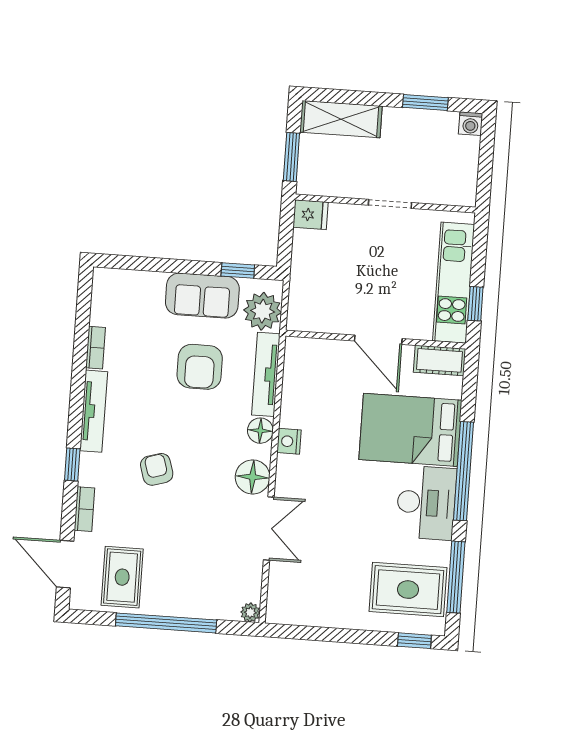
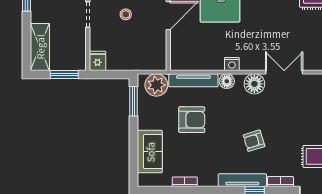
stool: (386, 268) -> (126, 14), added
window: (238, 270) -> (133, 101), width x1.50
sofa: (202, 296) -> (150, 152), moved
tv unit: (94, 411) -> (242, 180), moved

